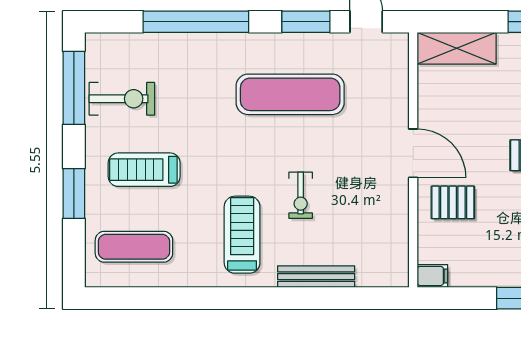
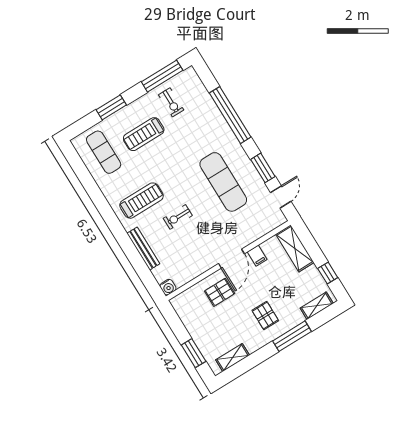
exercise bike: (122, 99) -> (171, 102), width x0.73, depth x0.72
treadmill: (144, 170) -> (144, 134), turned -90
pallet: (453, 202) -> (220, 292), turned 90
water cooler: (397, 275) -> (168, 287), added
filing cabinet: (432, 276) -> (257, 256), moved

